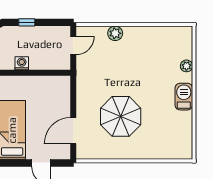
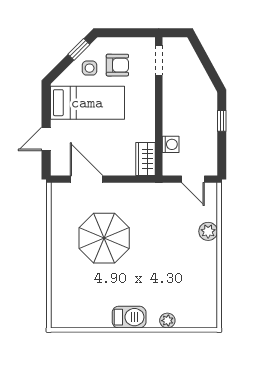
washing machine: (22, 63) -> (171, 144), moved
wardrobe: (57, 83) -> (146, 159), added

